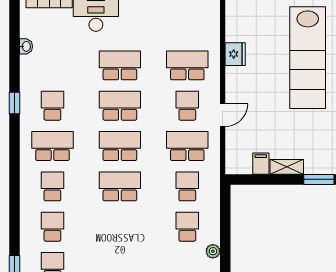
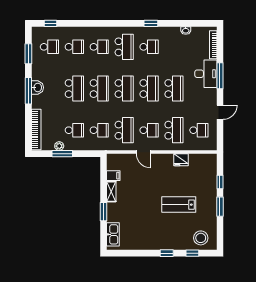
school desk: (187, 25) -> (199, 130), added
lab bench: (308, 58) -> (179, 205), width x0.54, depth x0.72
school desk: (120, 227) -> (74, 89), added
window: (225, 246) -> (62, 154), added

